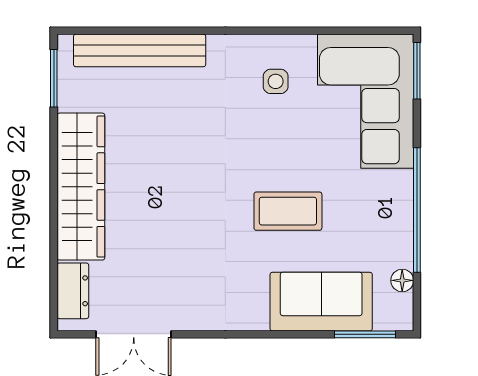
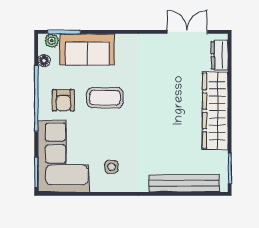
armchair: (366, 206) -> (63, 100), added
plant: (388, 318) -> (52, 41), added

